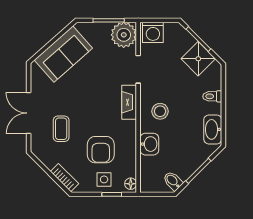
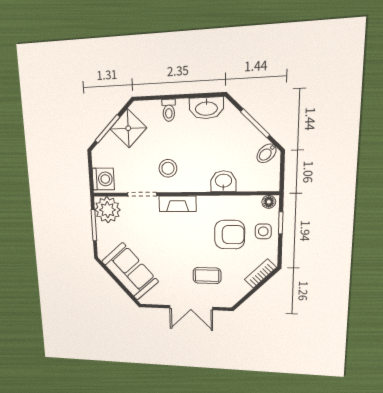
stool: (160, 111) -> (168, 168), moved

